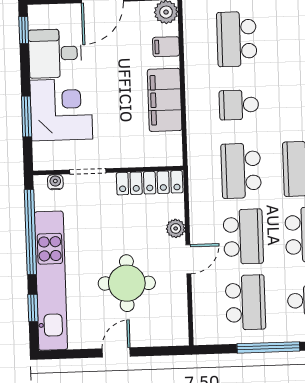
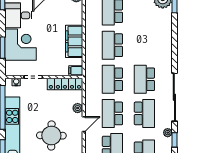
filing cabinet: (166, 47) -> (76, 71), moved
school desk: (239, 105) -> (112, 45), width x1.85
school desk: (243, 237) -> (112, 113), turned 180

